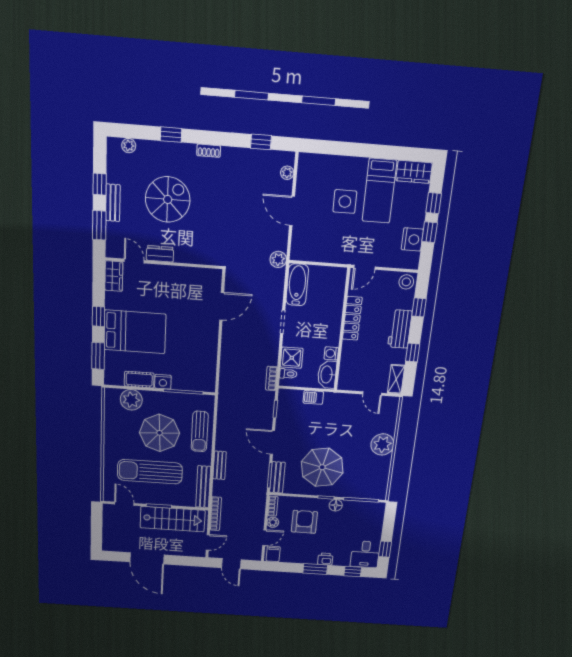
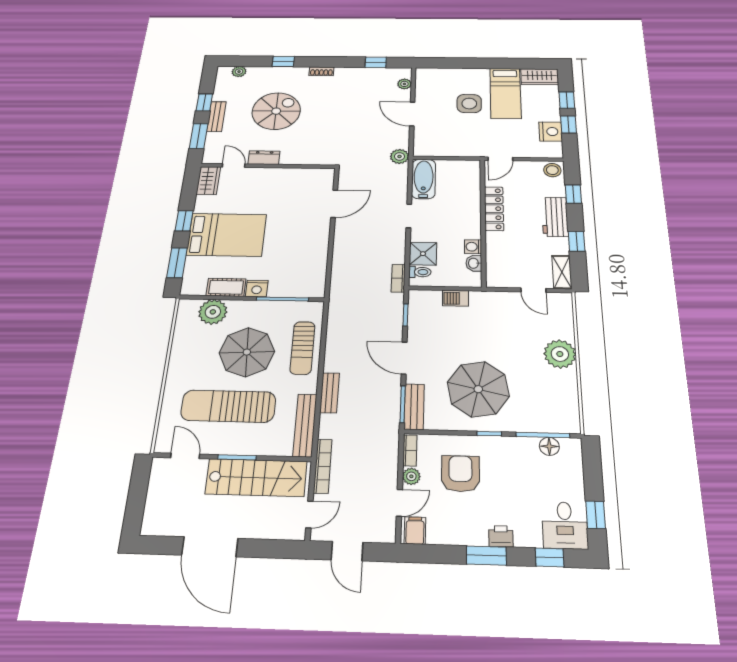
washbasin: (327, 375) -> (474, 263), width x0.52, depth x0.69
floor lamp: (336, 505) -> (549, 446), moved

